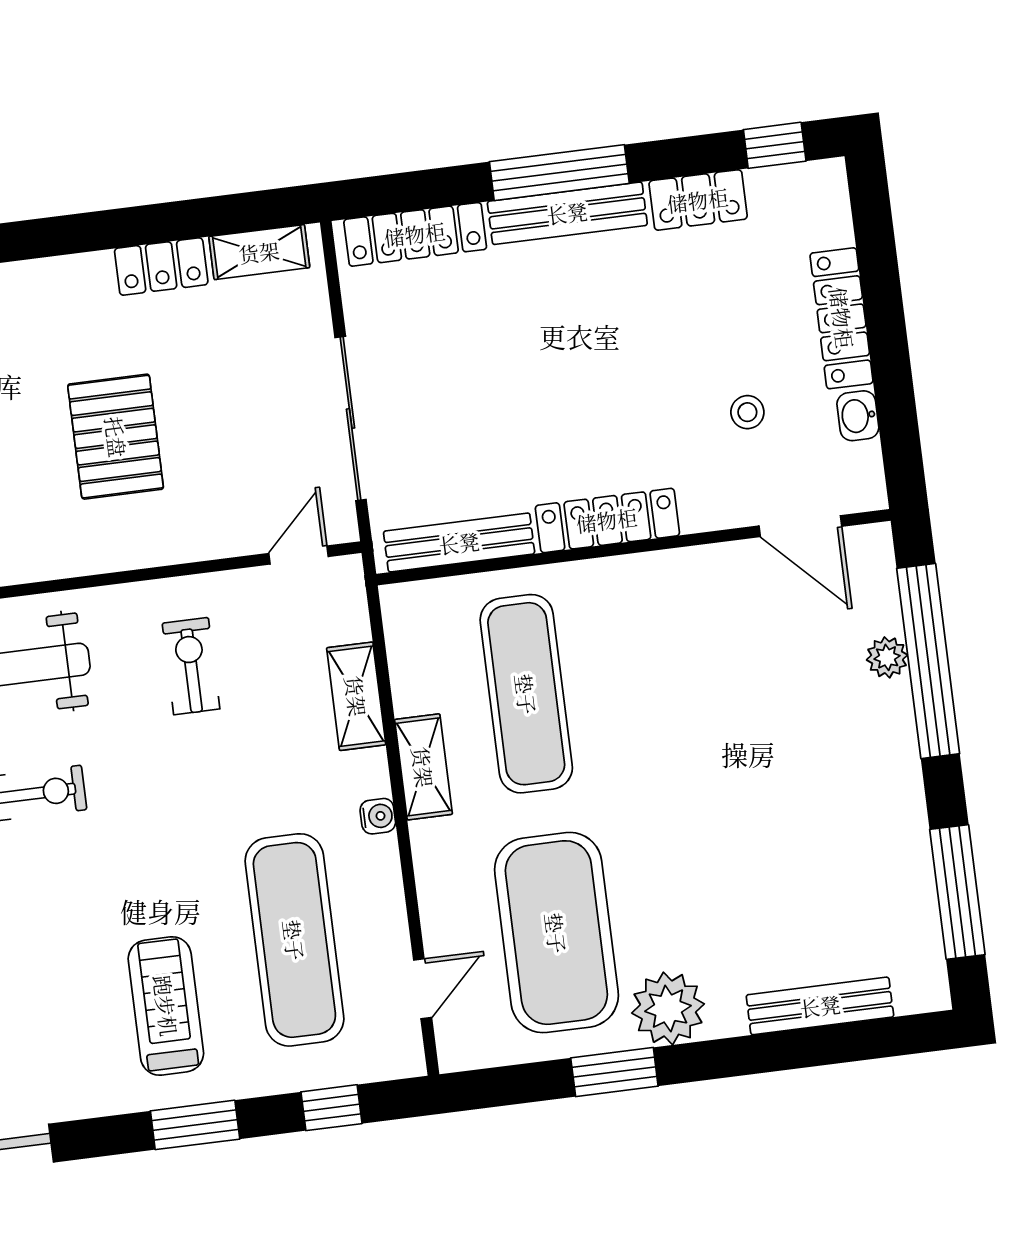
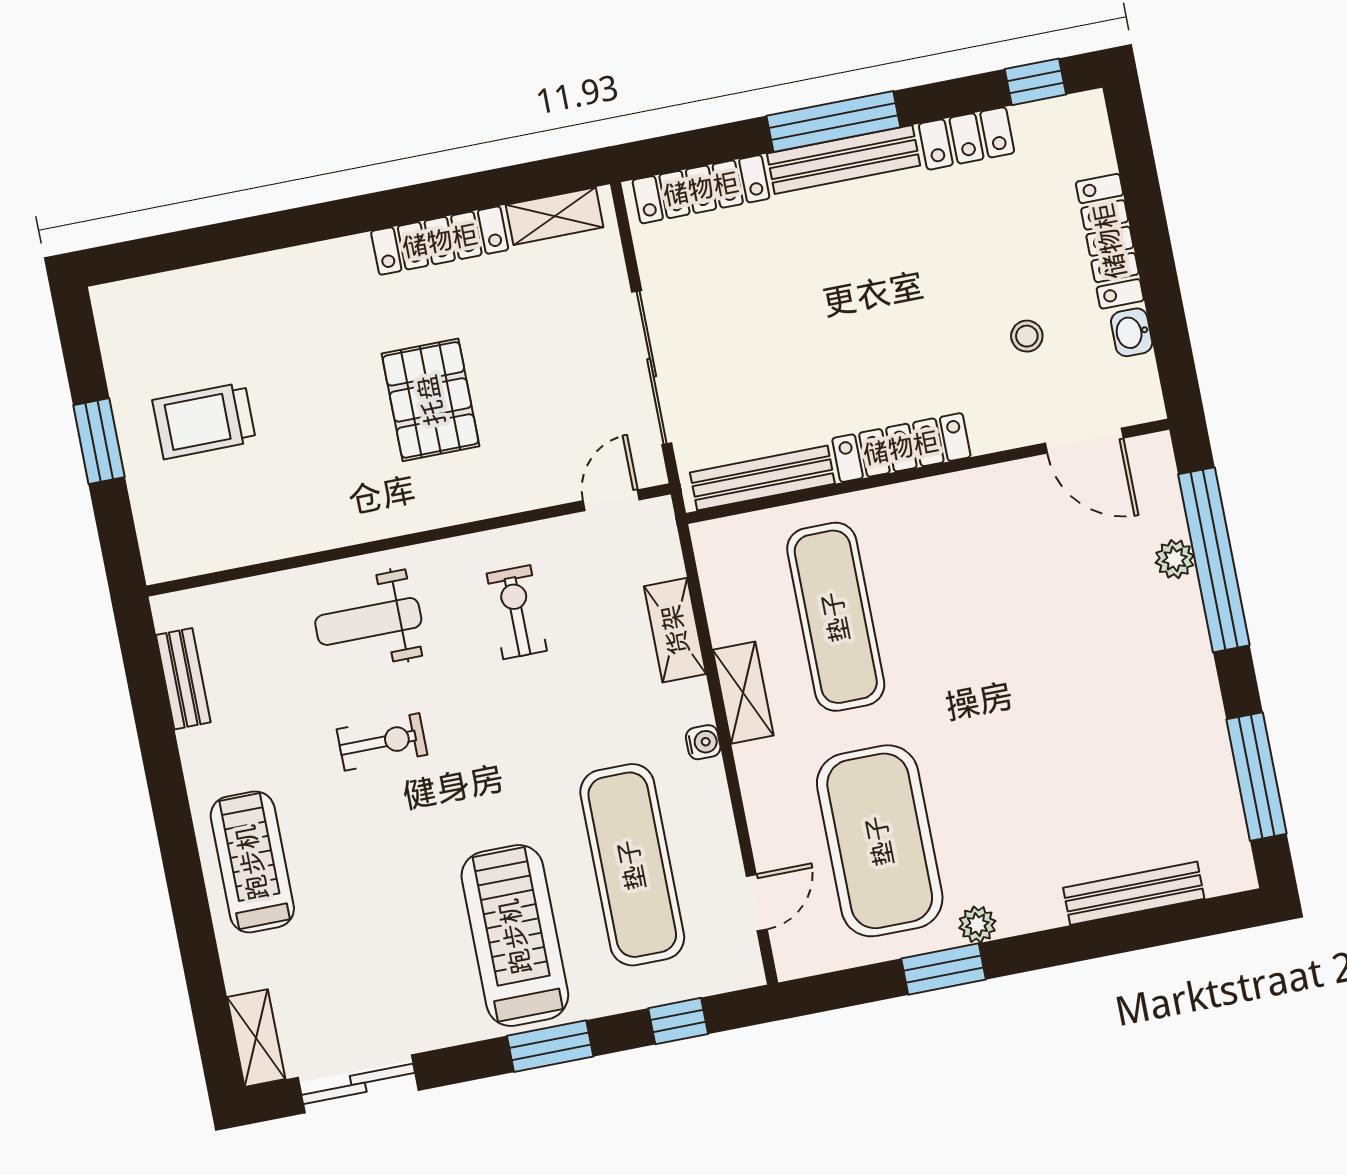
locker: (161, 267) -> (440, 241), width x1.53
treadmill: (166, 1006) -> (515, 936), width x1.37, depth x1.38
plant: (668, 1008) -> (977, 925), width x0.53, depth x0.53

